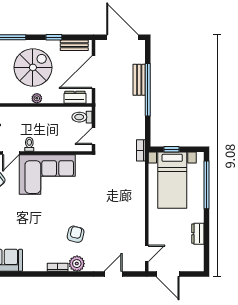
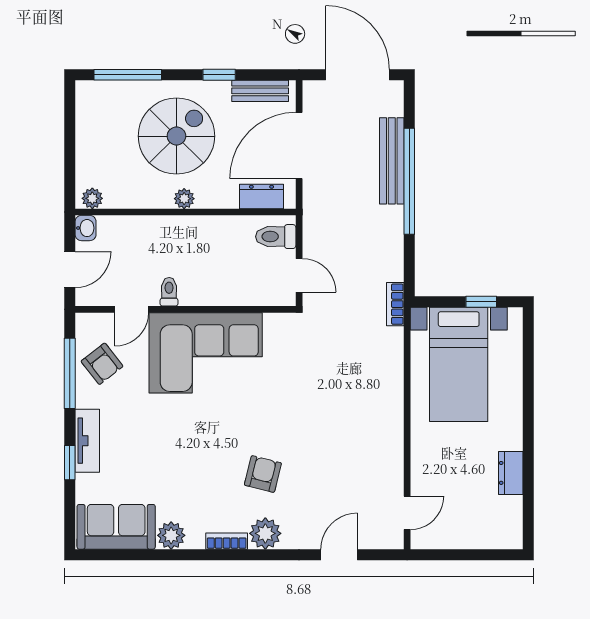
bench: (139, 80) -> (392, 161), width x1.36
door: (93, 136) -> (299, 275), swing flipped
window: (172, 149) -> (481, 302), moved
window: (206, 185) -> (528, 374), removed
plant: (30, 265) -> (171, 535), added
door: (168, 274) -> (449, 555), removed

